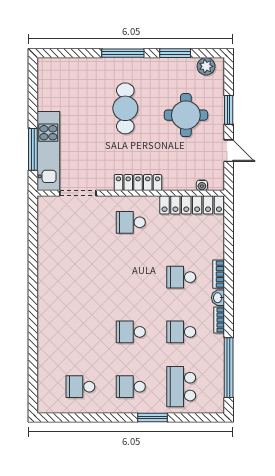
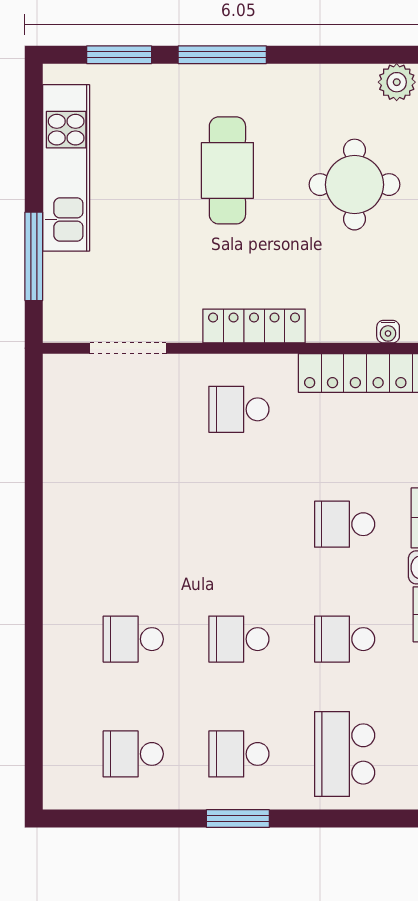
window: (175, 53) -> (119, 55), moved
kitchen unit: (48, 151) -> (66, 168), moved
school desk: (80, 332) -> (133, 639), added
window: (153, 417) -> (238, 819), moved

